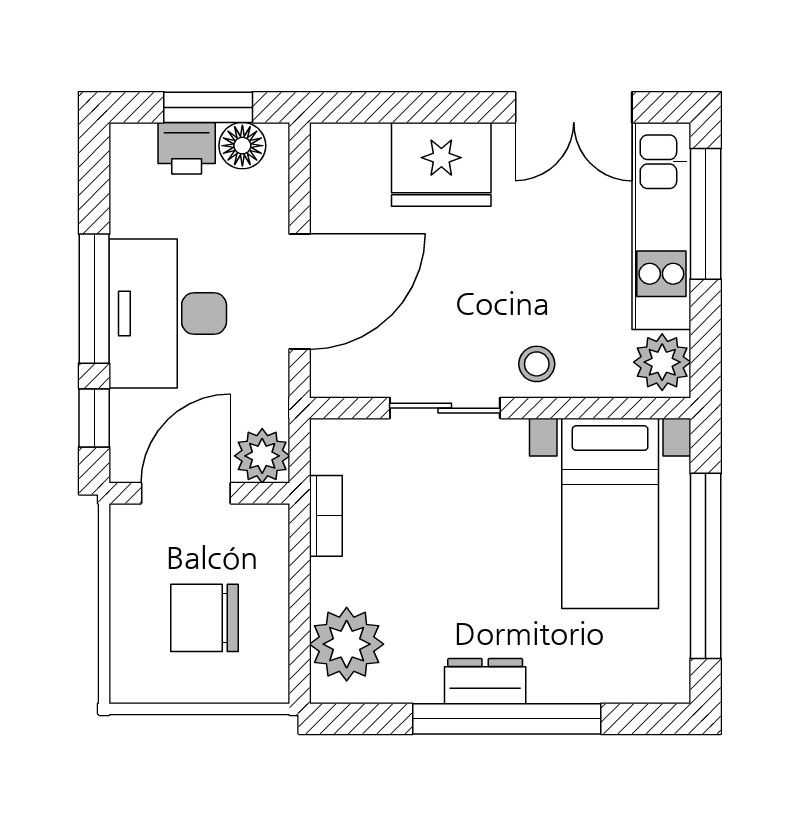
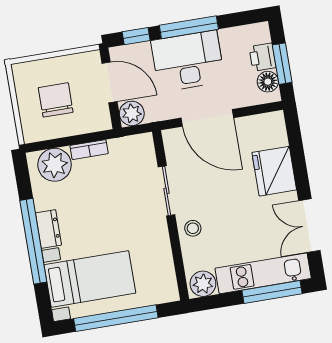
bed with nightstands: (610, 513) -> (90, 279), moved, turned 180
bookcase: (326, 516) -> (89, 150), moved

